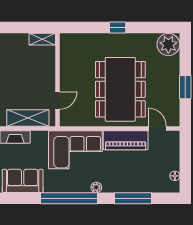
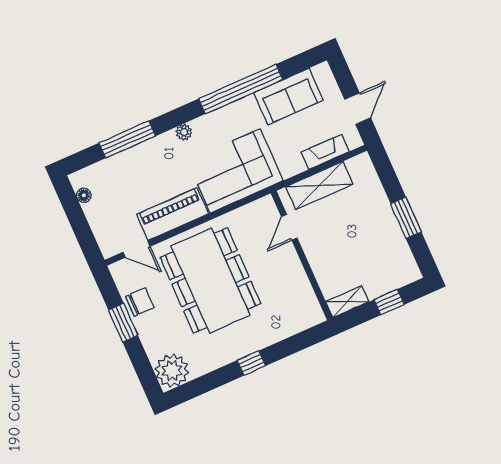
window: (17, 28) -> (389, 302), added
chair: (170, 95) -> (140, 302), added
window: (69, 198) -> (241, 89), moved

